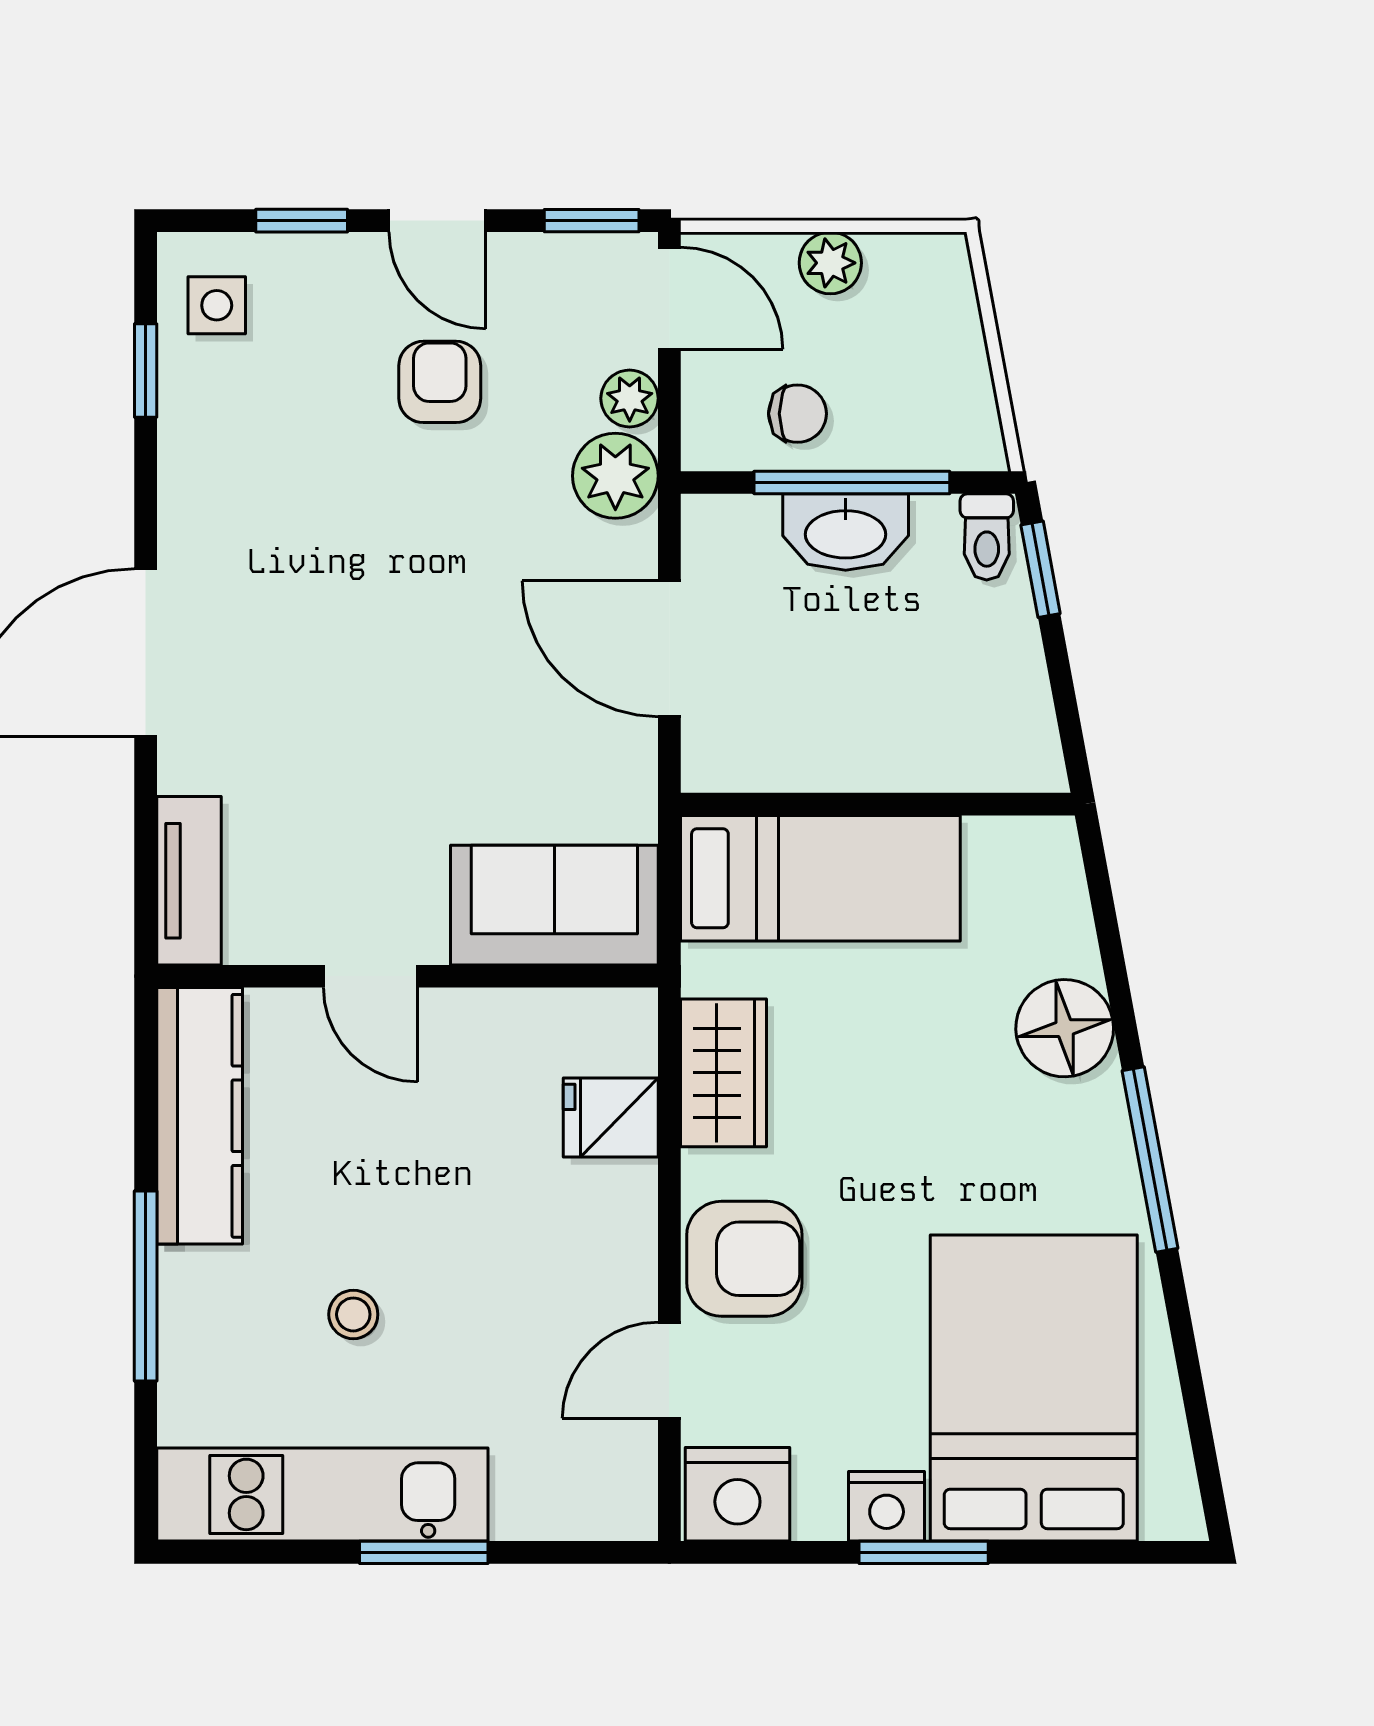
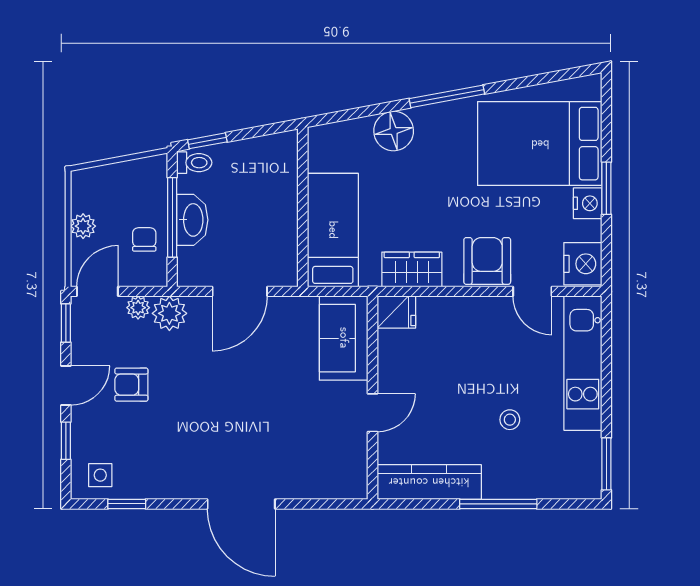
tv unit: (189, 881) -> (334, 486), removed
fridge: (611, 1117) -> (396, 312), moved, turned -90
kitchen unit: (322, 1494) -> (583, 363), moved
window: (424, 1552) -> (606, 464), moved

